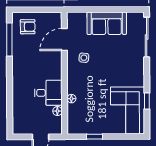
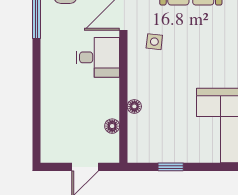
desk: (48, 93) -> (98, 57), moved

